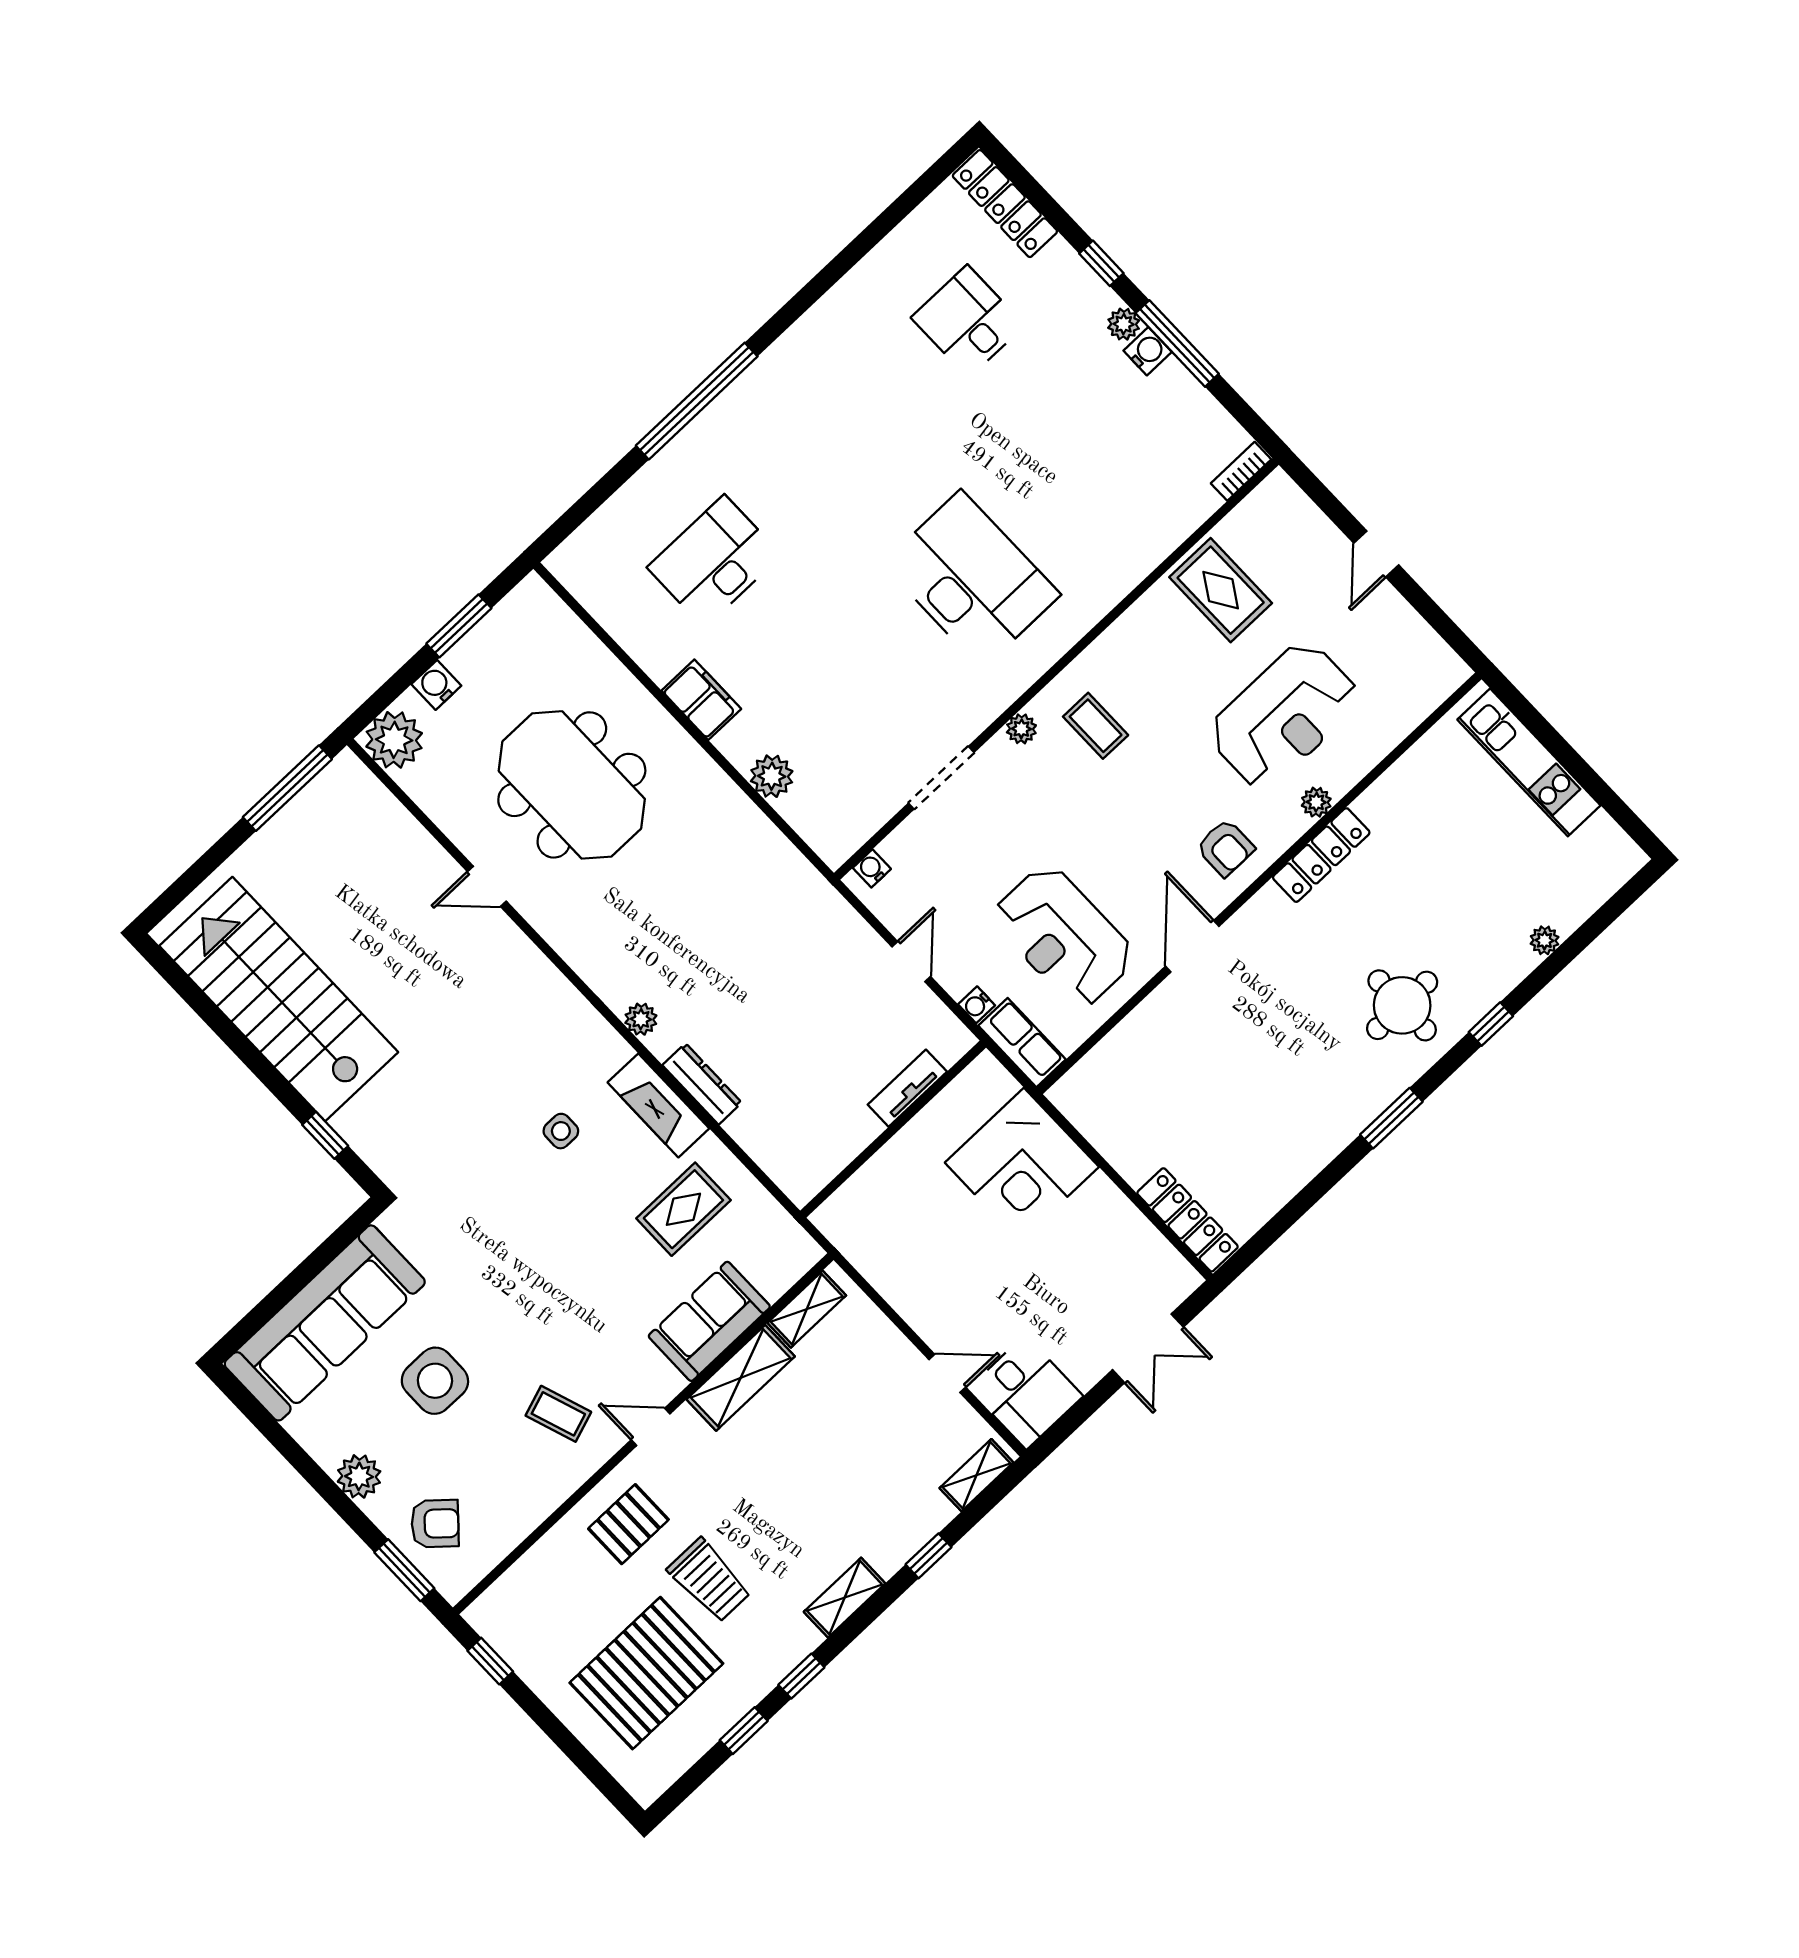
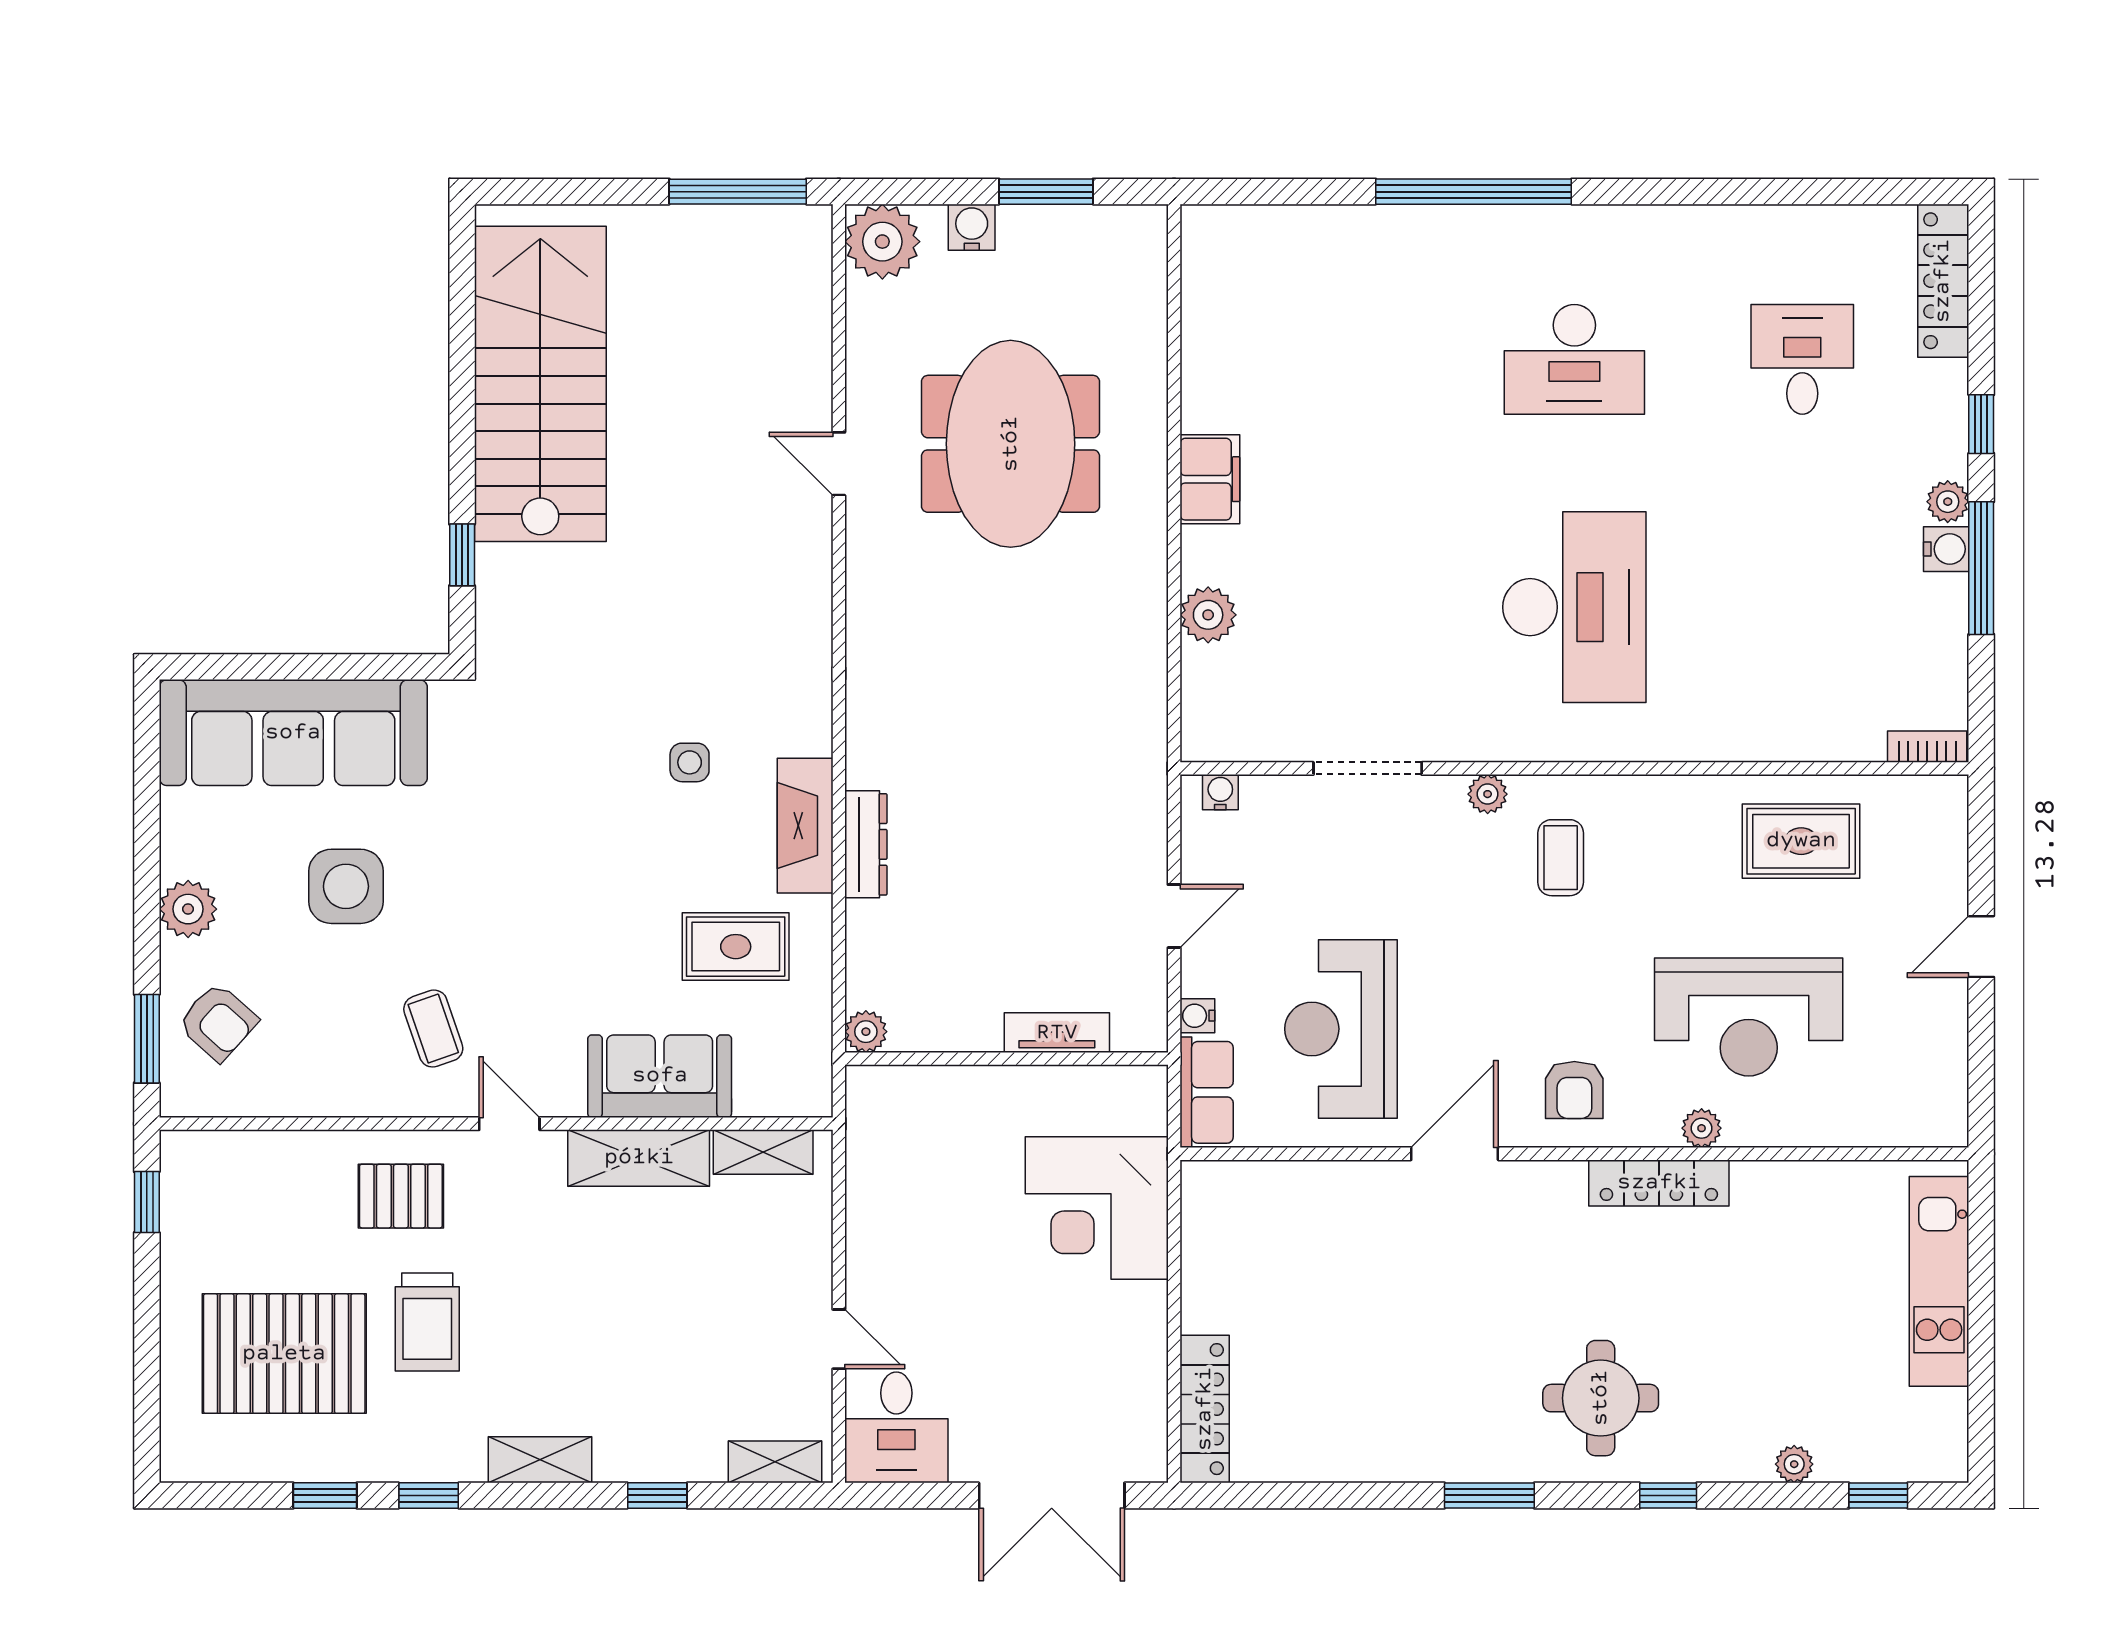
desk: (714, 561) -> (1574, 359), moved, turned 180
rug: (1221, 590) -> (1801, 841), turned 90
window: (1608, 914) -> (1878, 1495), added
plant: (641, 1019) -> (866, 1032), moved
double door: (1148, 1348) -> (1052, 1495), width x1.37

